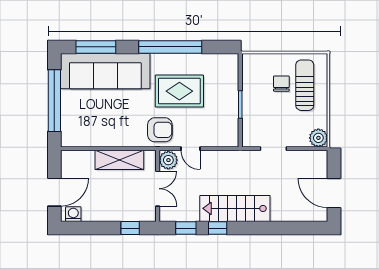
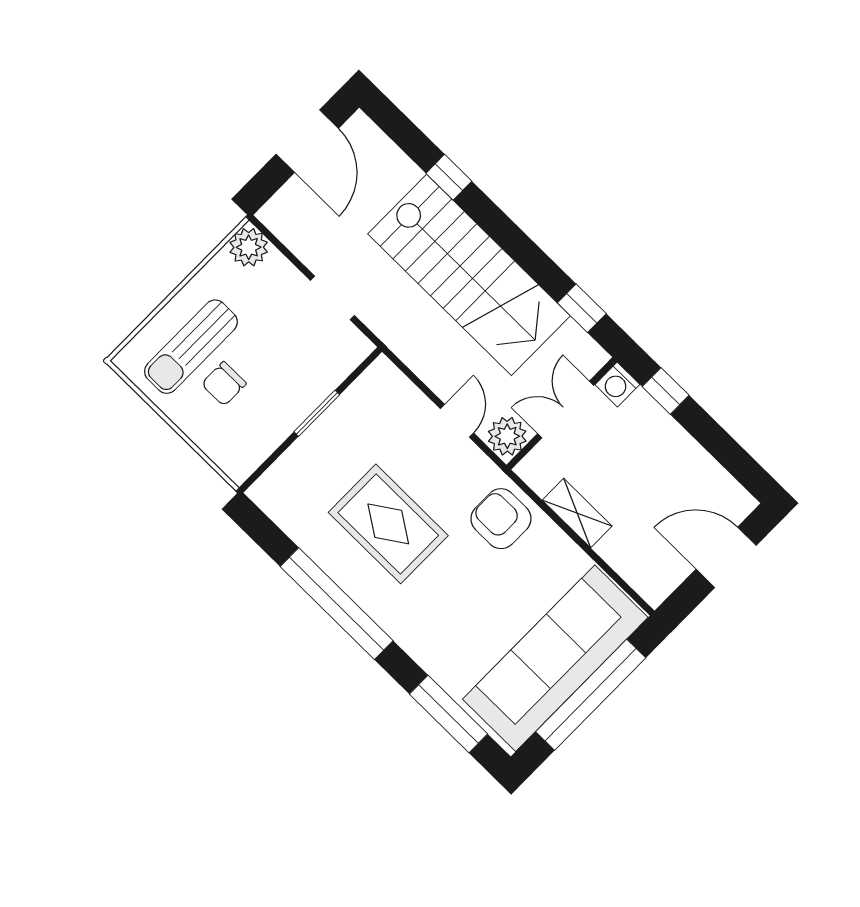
sofa: (105, 71) -> (555, 658), moved, turned -90
armchair: (160, 130) -> (501, 519), moved
shelving: (119, 160) -> (577, 513), width x0.67, depth x0.75
stairs: (235, 208) -> (469, 275), width x1.36, depth x1.51
washing machine: (73, 214) -> (617, 385), moved
window: (218, 228) -> (449, 177), moved

